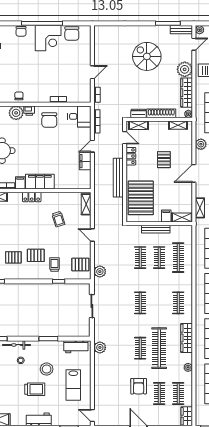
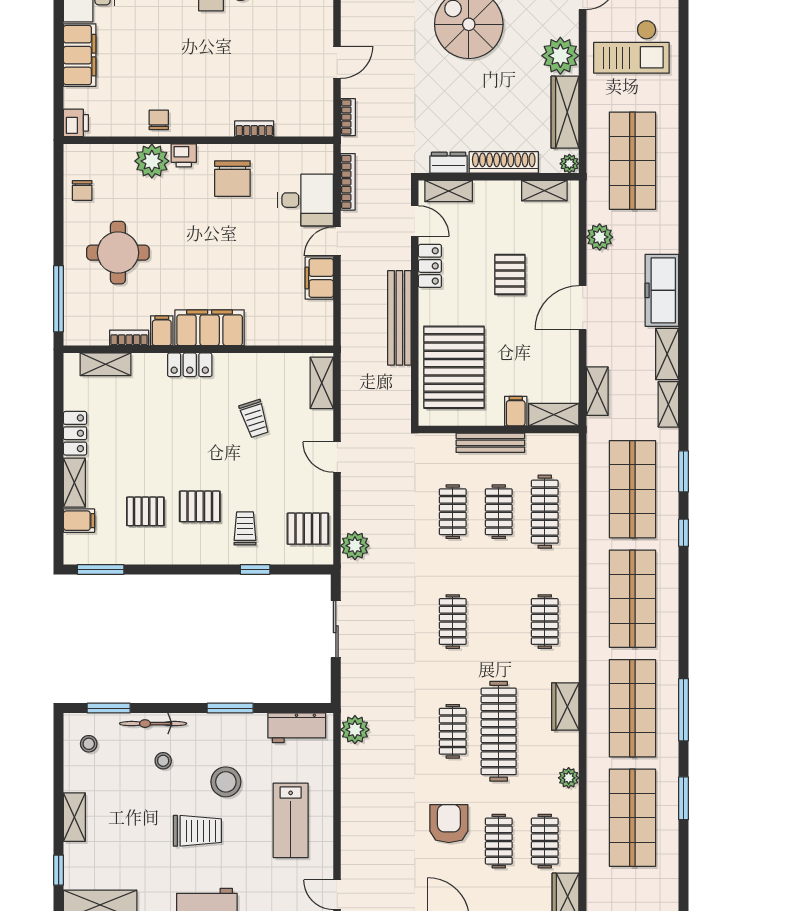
desk: (79, 116) -> (305, 200), moved
wardrobe: (187, 338) -> (565, 707), width x0.67
armchair: (139, 386) -> (449, 824), turned 180

